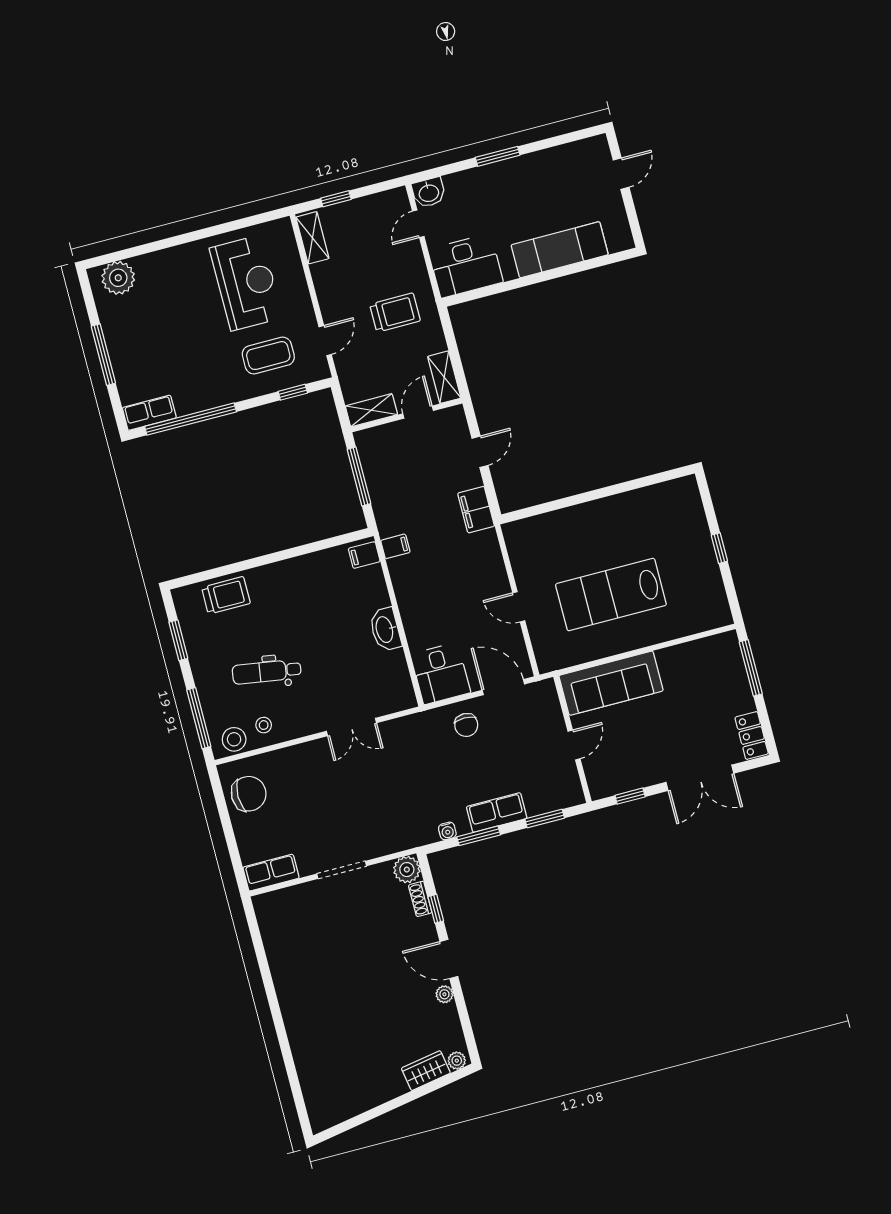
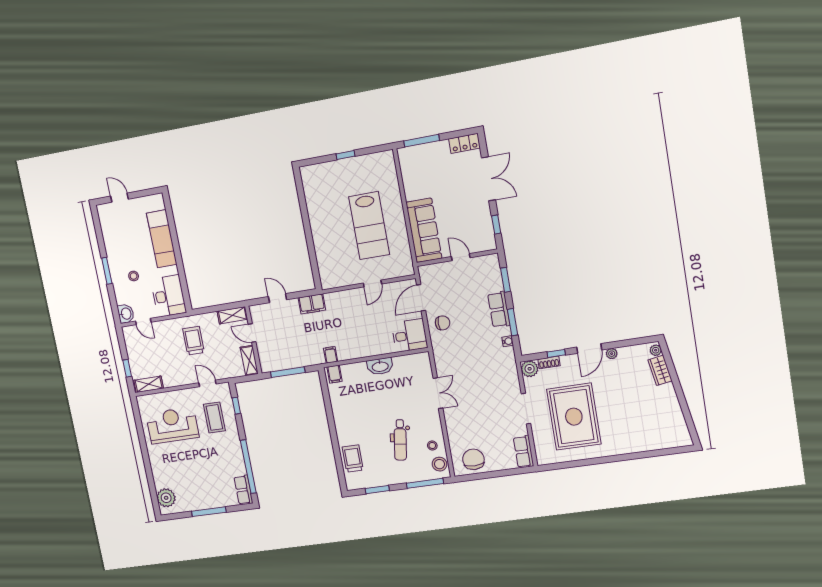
stool: (493, 204) -> (134, 276), added
rug: (337, 946) -> (574, 417), added

